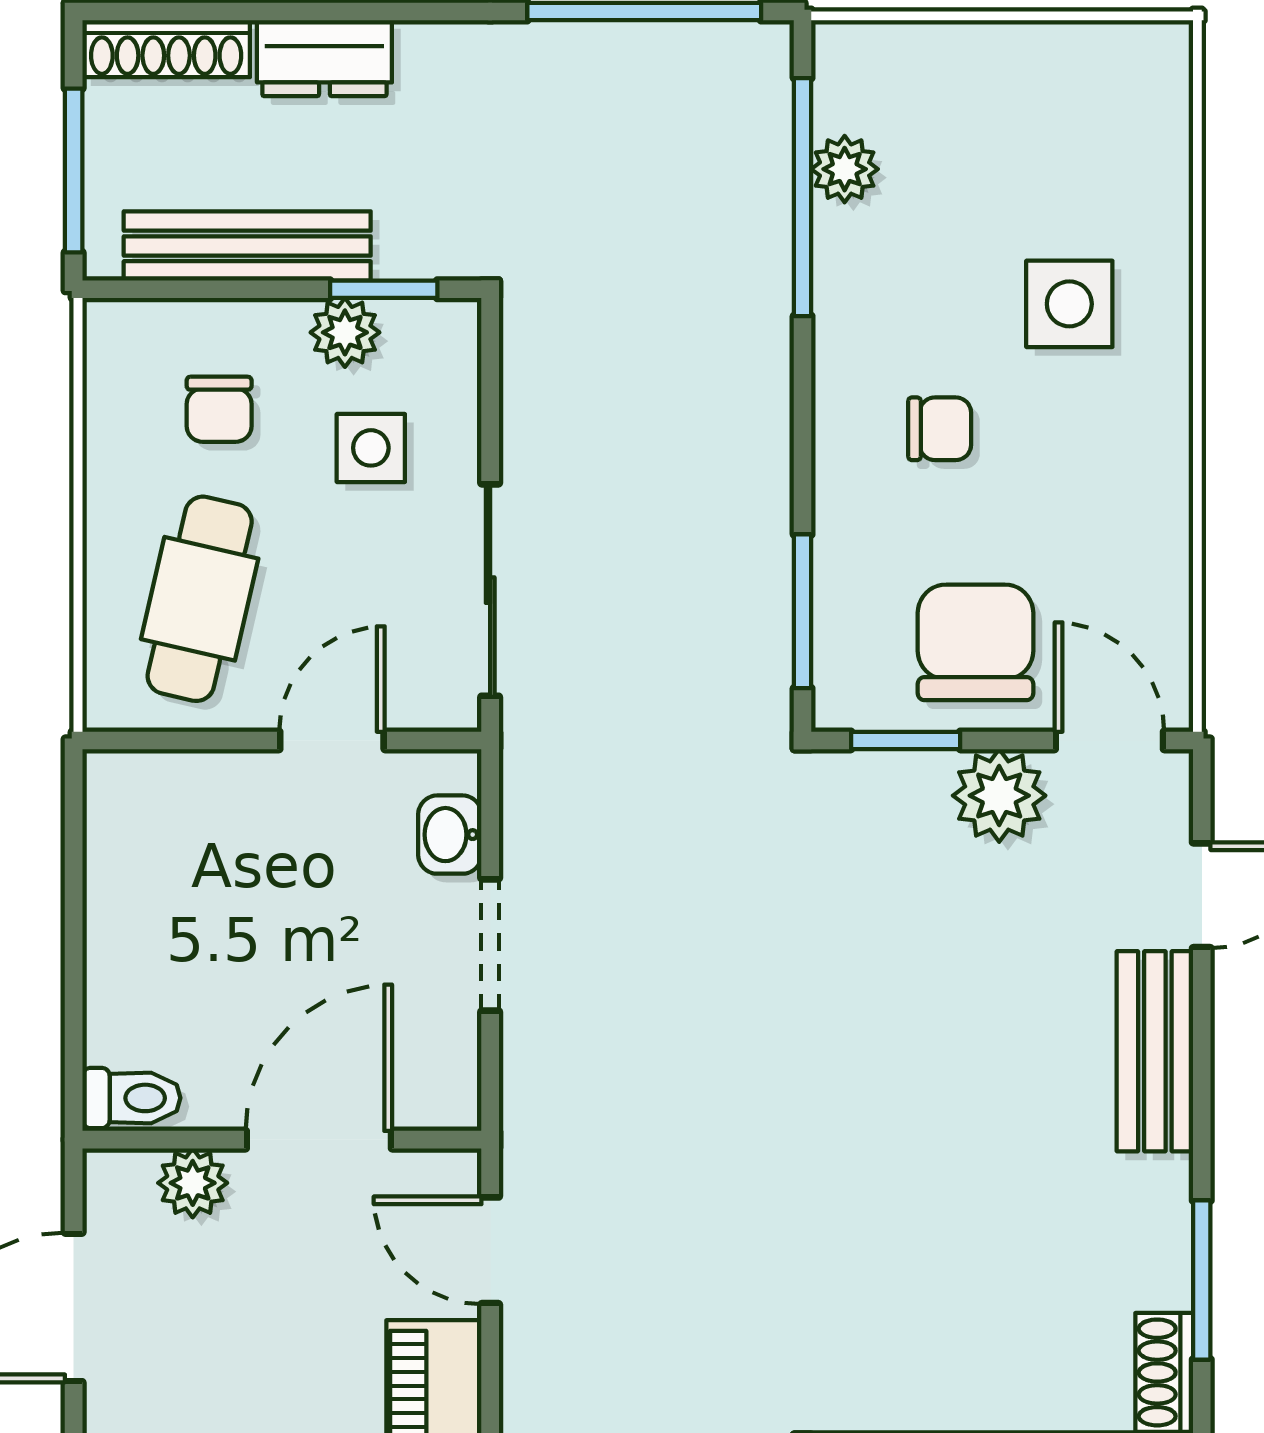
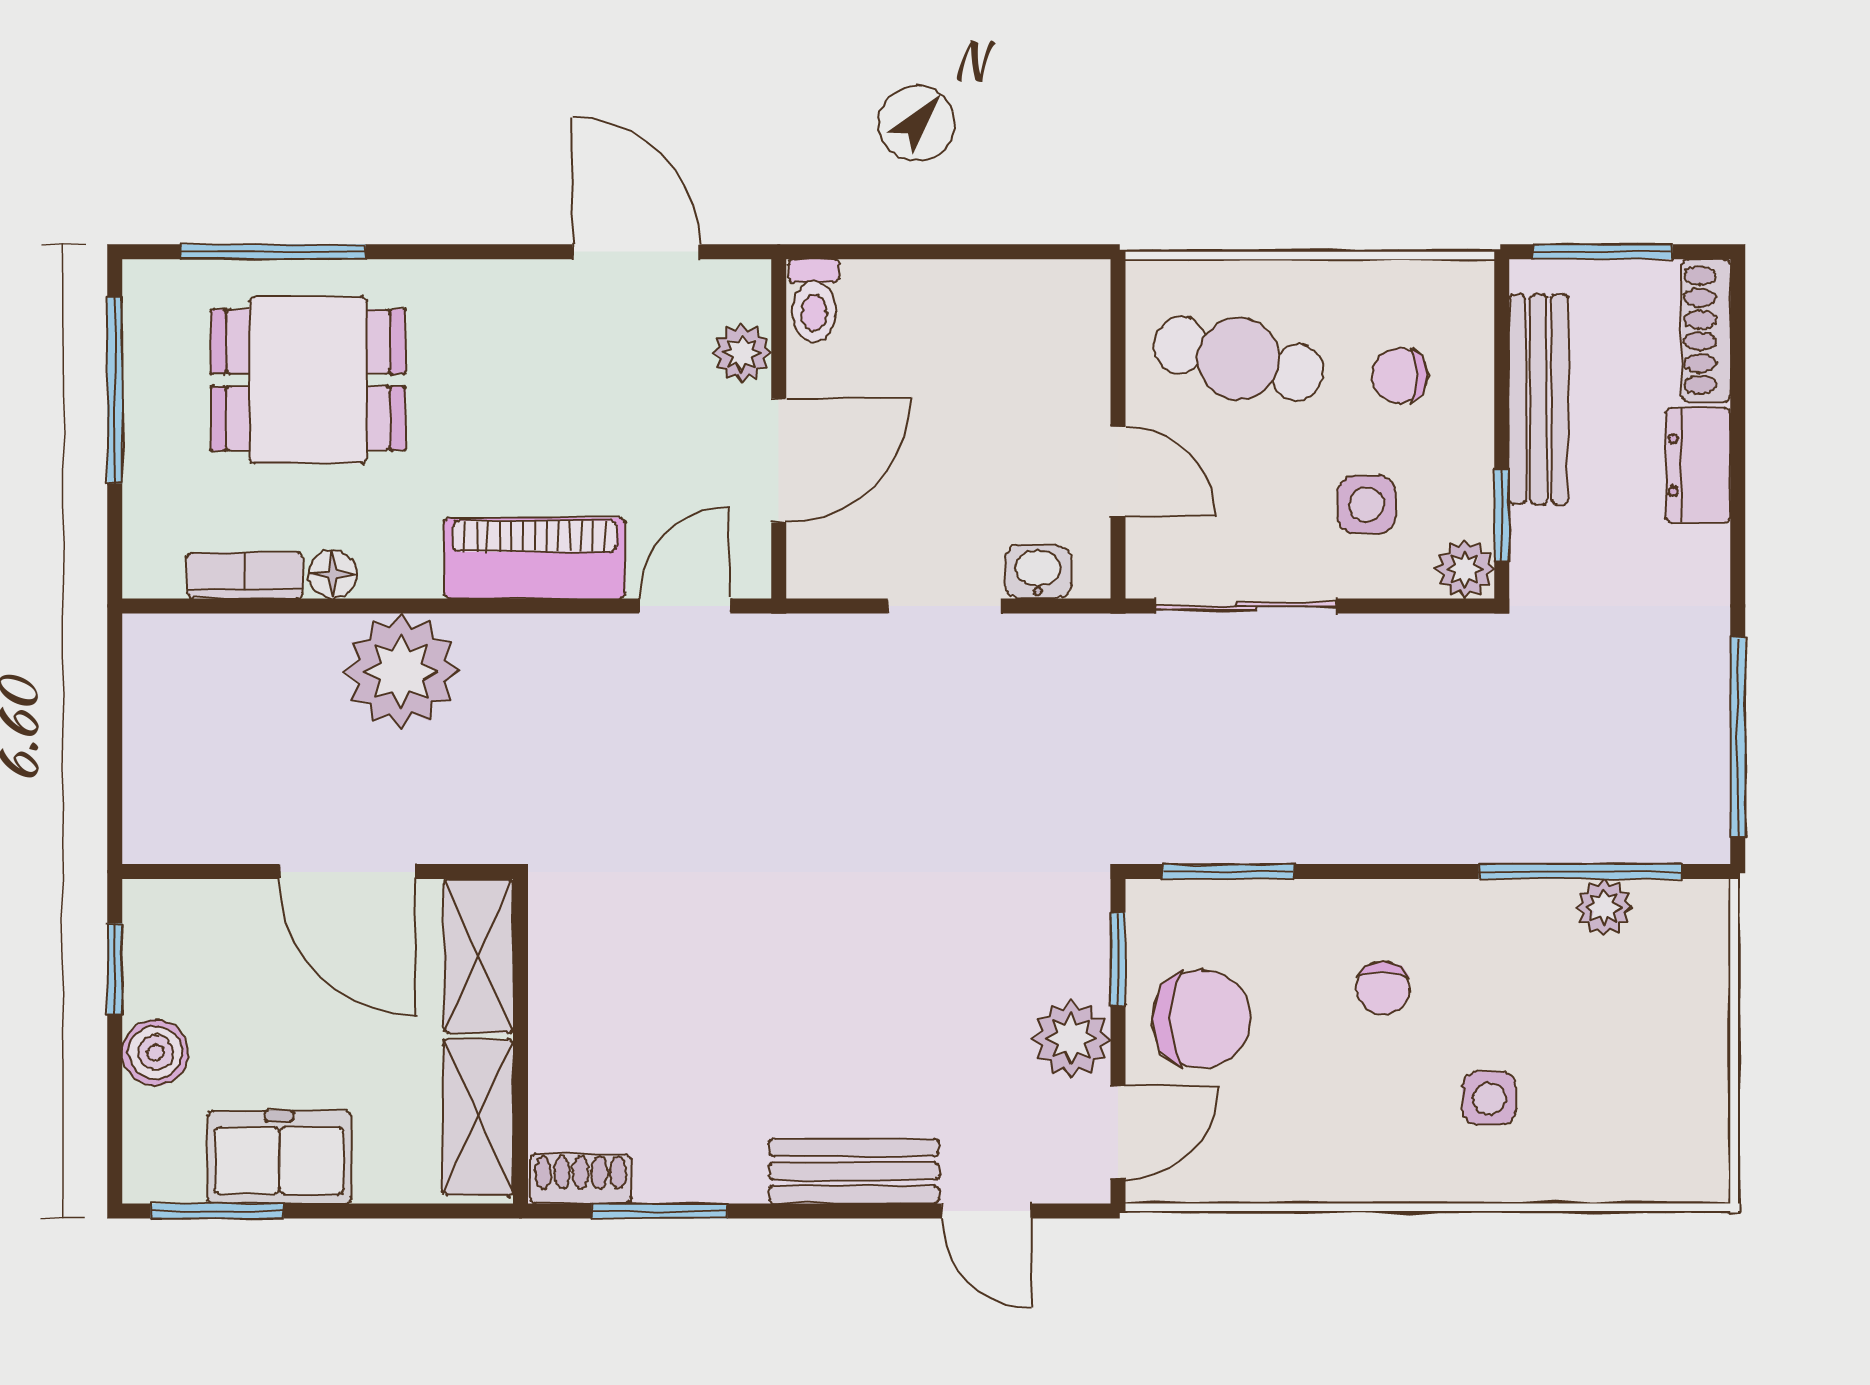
side table: (1069, 304) -> (1489, 1098), width x0.73, depth x0.73
plant: (345, 332) -> (1465, 569), moved
door: (319, 1140) -> (779, 460), hinge flipped

